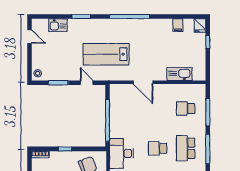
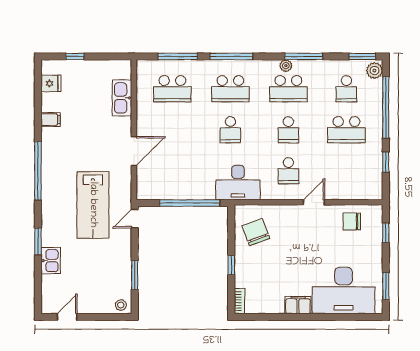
kitchen sink: (58, 25) -> (51, 261), moved
filing cabinet: (178, 25) -> (51, 120), moved
fridge: (200, 25) -> (51, 83), moved
door: (87, 83) -> (135, 219), moved
school desk: (186, 109) -> (172, 89), width x1.85

